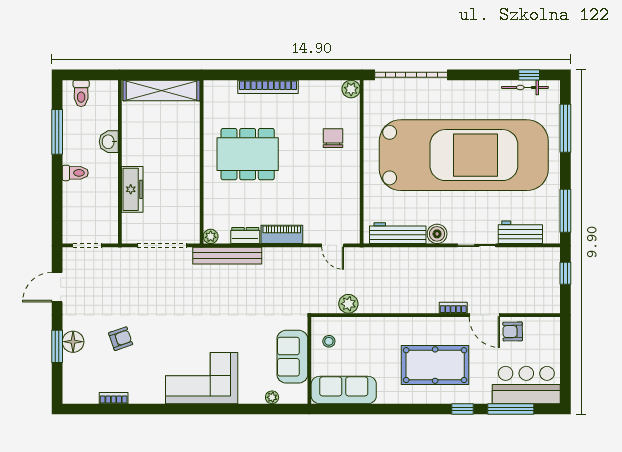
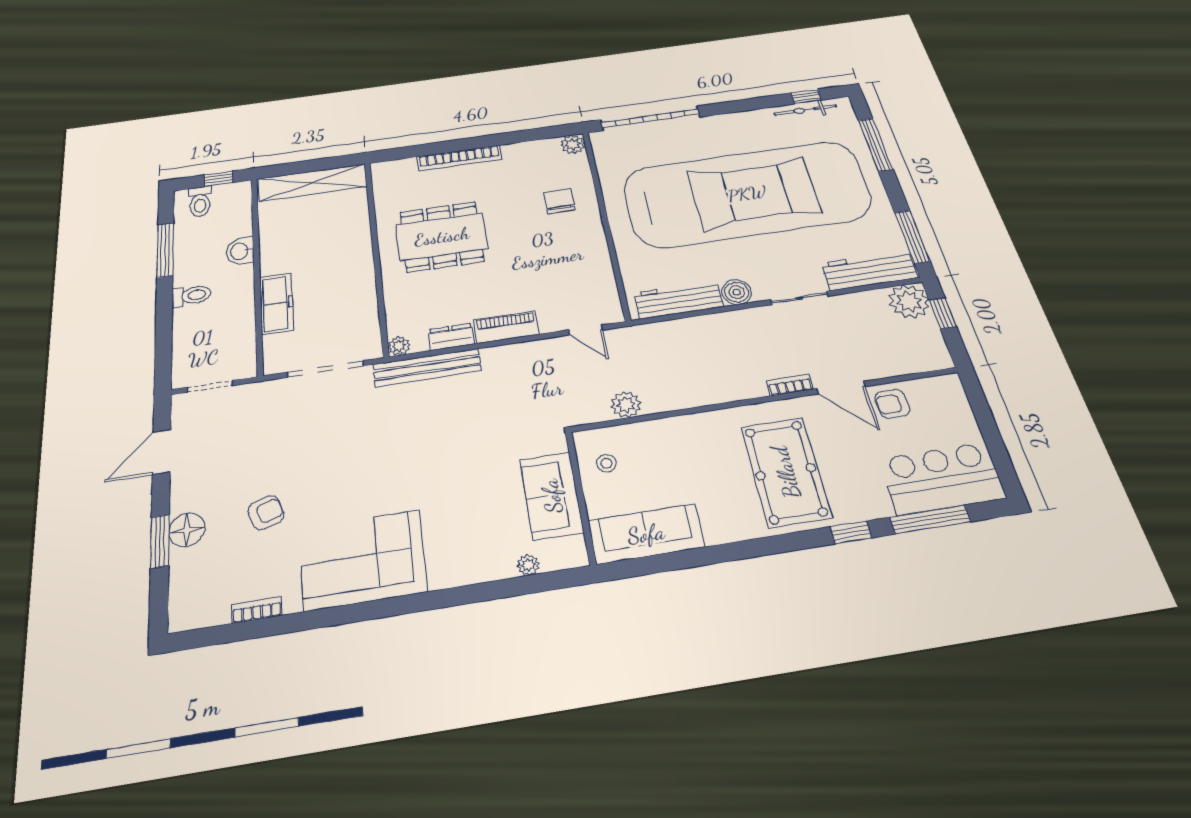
window: (94, 75) -> (219, 179), added
workbench: (520, 232) -> (869, 270), width x1.38
plant: (547, 261) -> (909, 301), added
pool table: (435, 365) -> (786, 472), turned 90
corner sofa: (202, 378) -> (363, 560), moved

